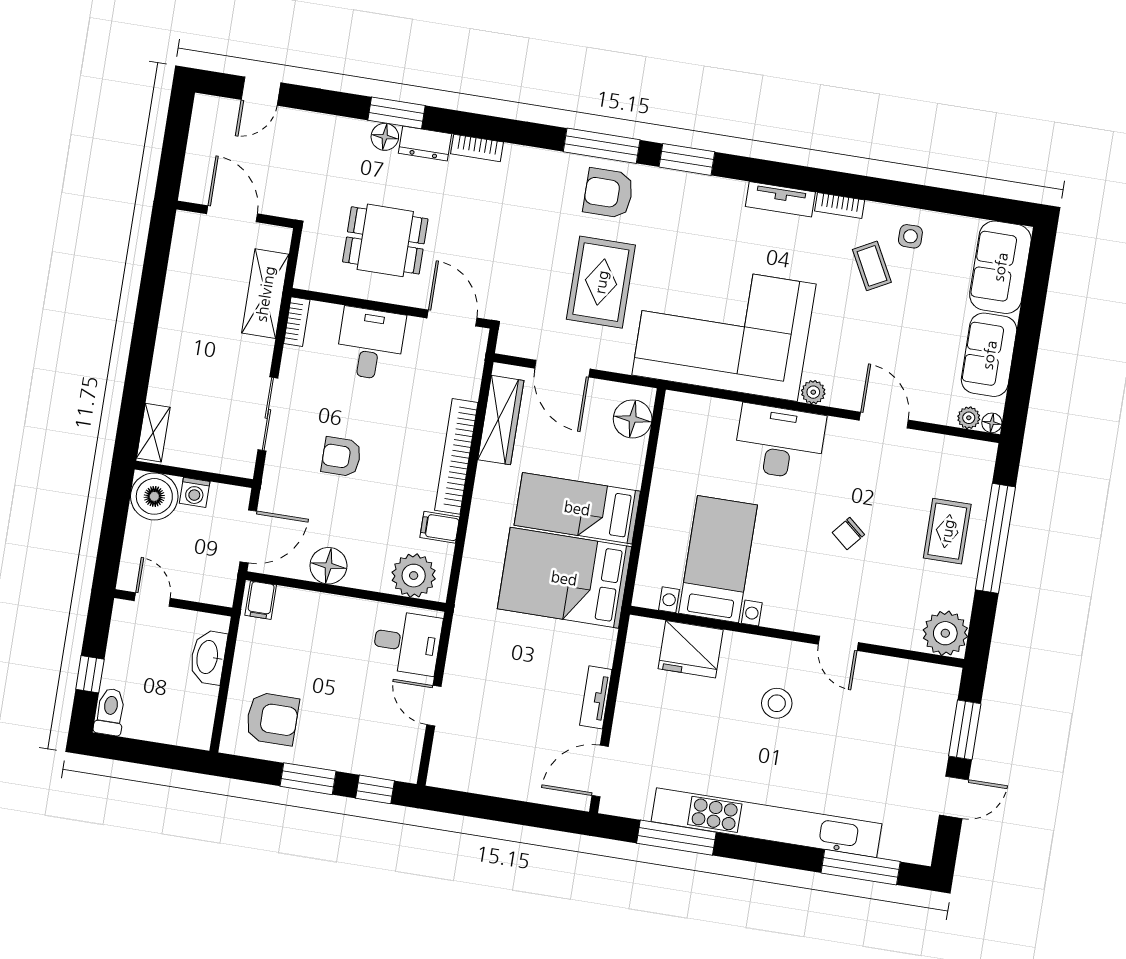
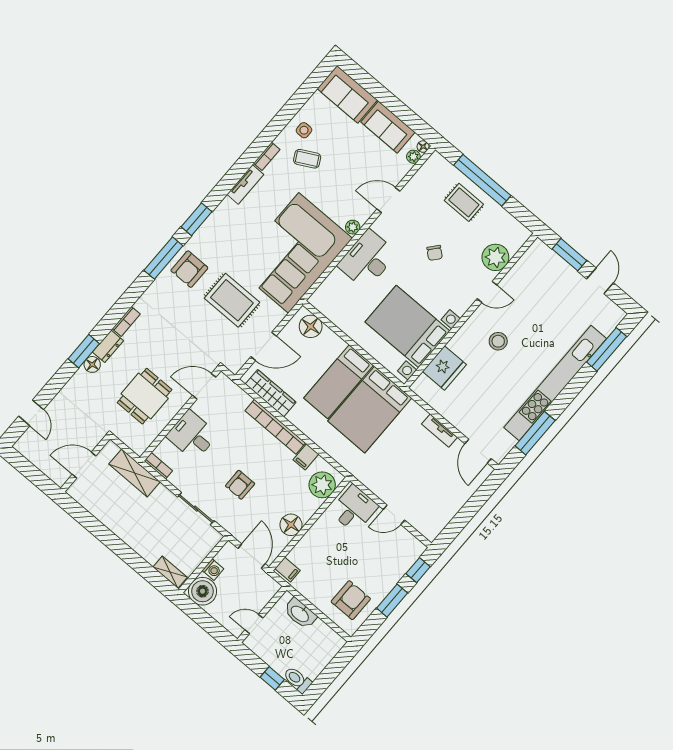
bed with nightstands: (718, 559) -> (408, 326), width x1.36
plant: (945, 633) -> (495, 257), moved

